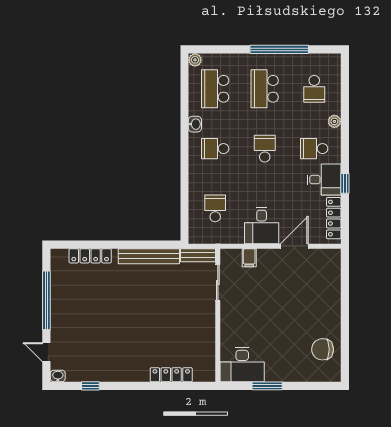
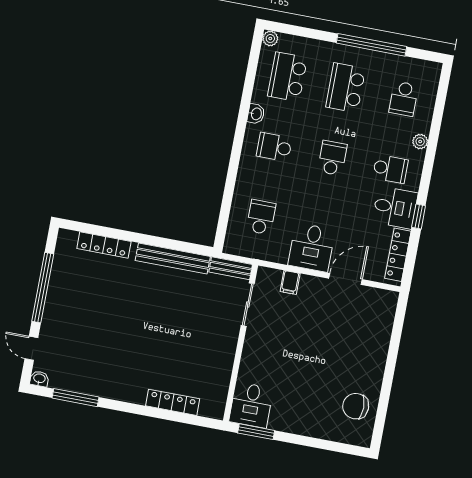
school desk: (314, 149) -> (390, 169), turned 180
desk: (242, 365) -> (251, 405), width x0.73
window: (90, 386) -> (76, 398), width x2.17
window: (267, 386) -> (256, 432), moved

